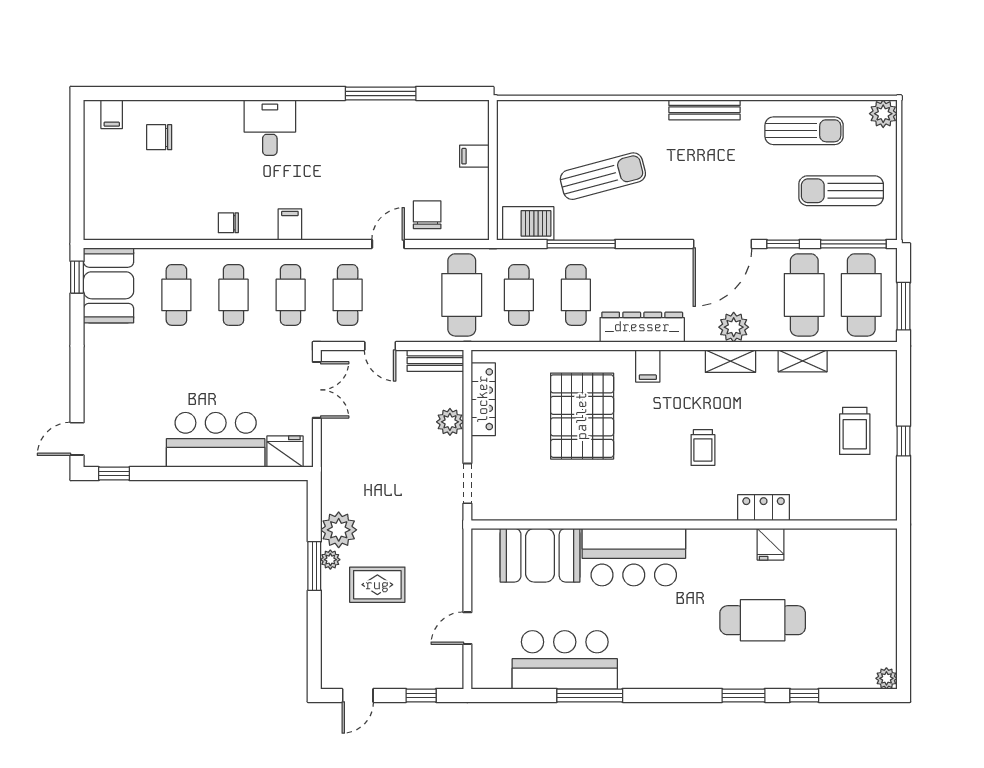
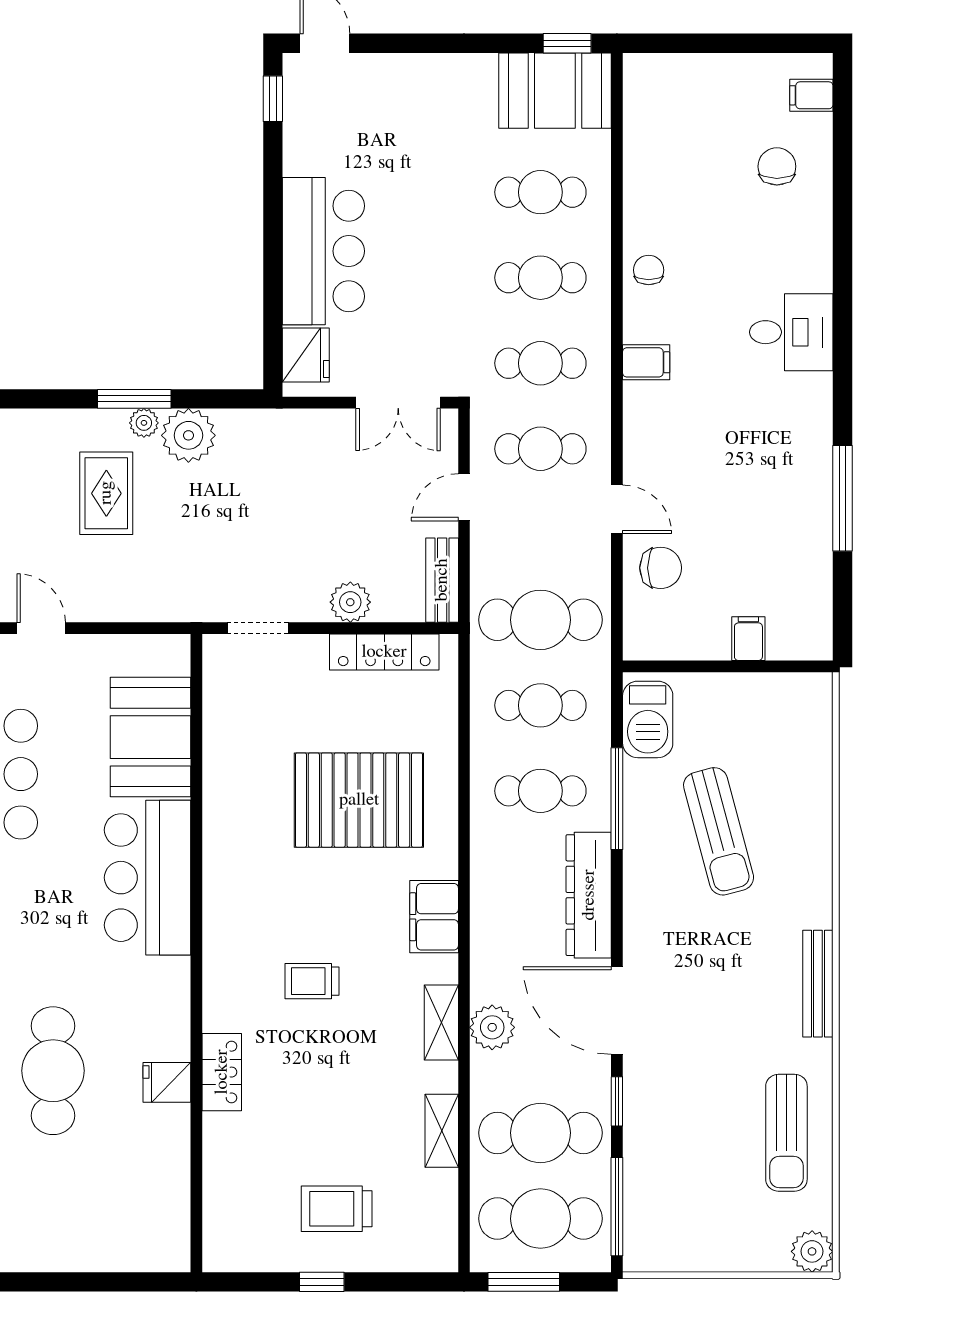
sun lounger: (841, 191) -> (697, 1188), removed
dresser: (642, 327) -> (589, 895), moved, turned 180
filing cabinet: (648, 366) -> (434, 917), width x2.00

